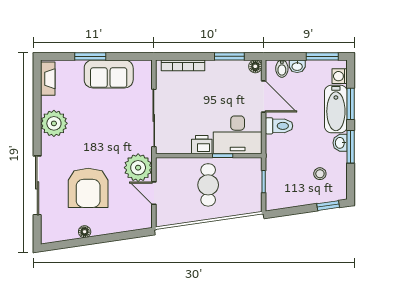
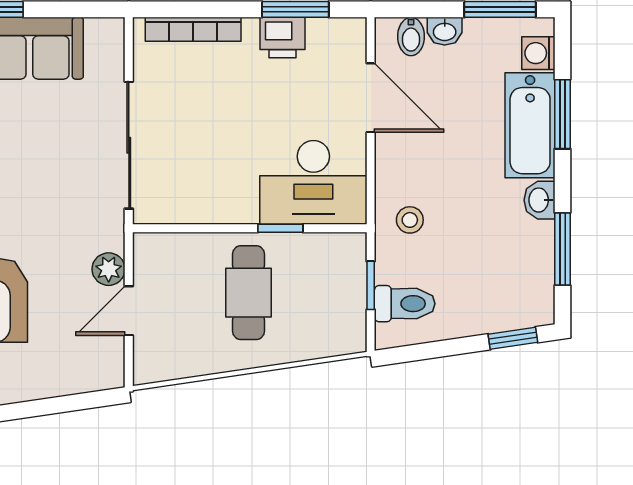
floor lamp: (255, 66) -> (352, 31), removed
toilet: (279, 126) -> (405, 304), moved
printer: (202, 145) -> (283, 37), moved, turned 180
window: (351, 147) -> (563, 249), moved
plant: (138, 168) -> (109, 269), width x0.53, depth x0.53
stool: (320, 174) -> (410, 220), moved
door: (154, 193) -> (129, 311), hinge flipped

